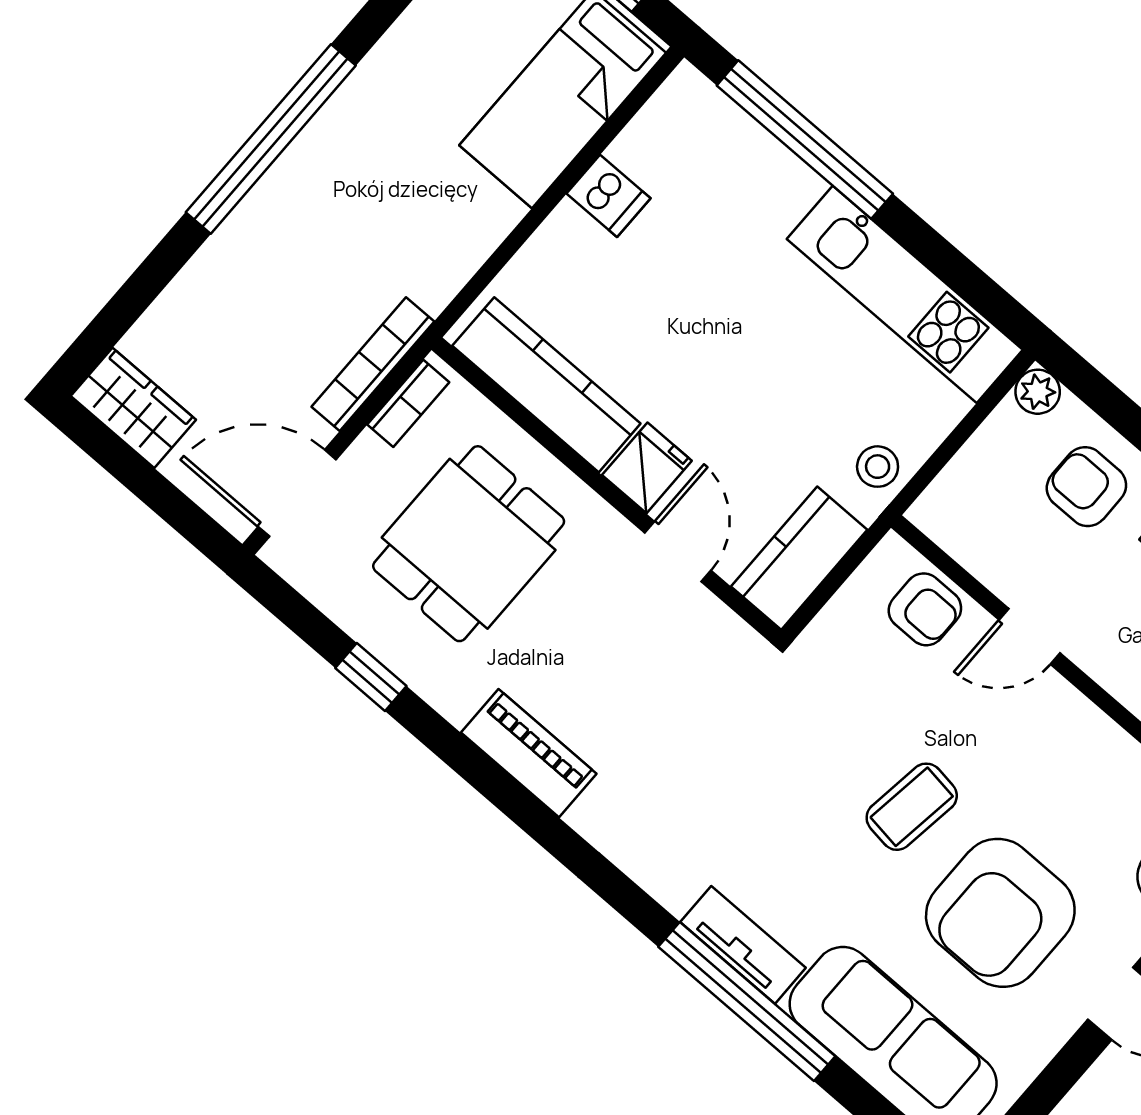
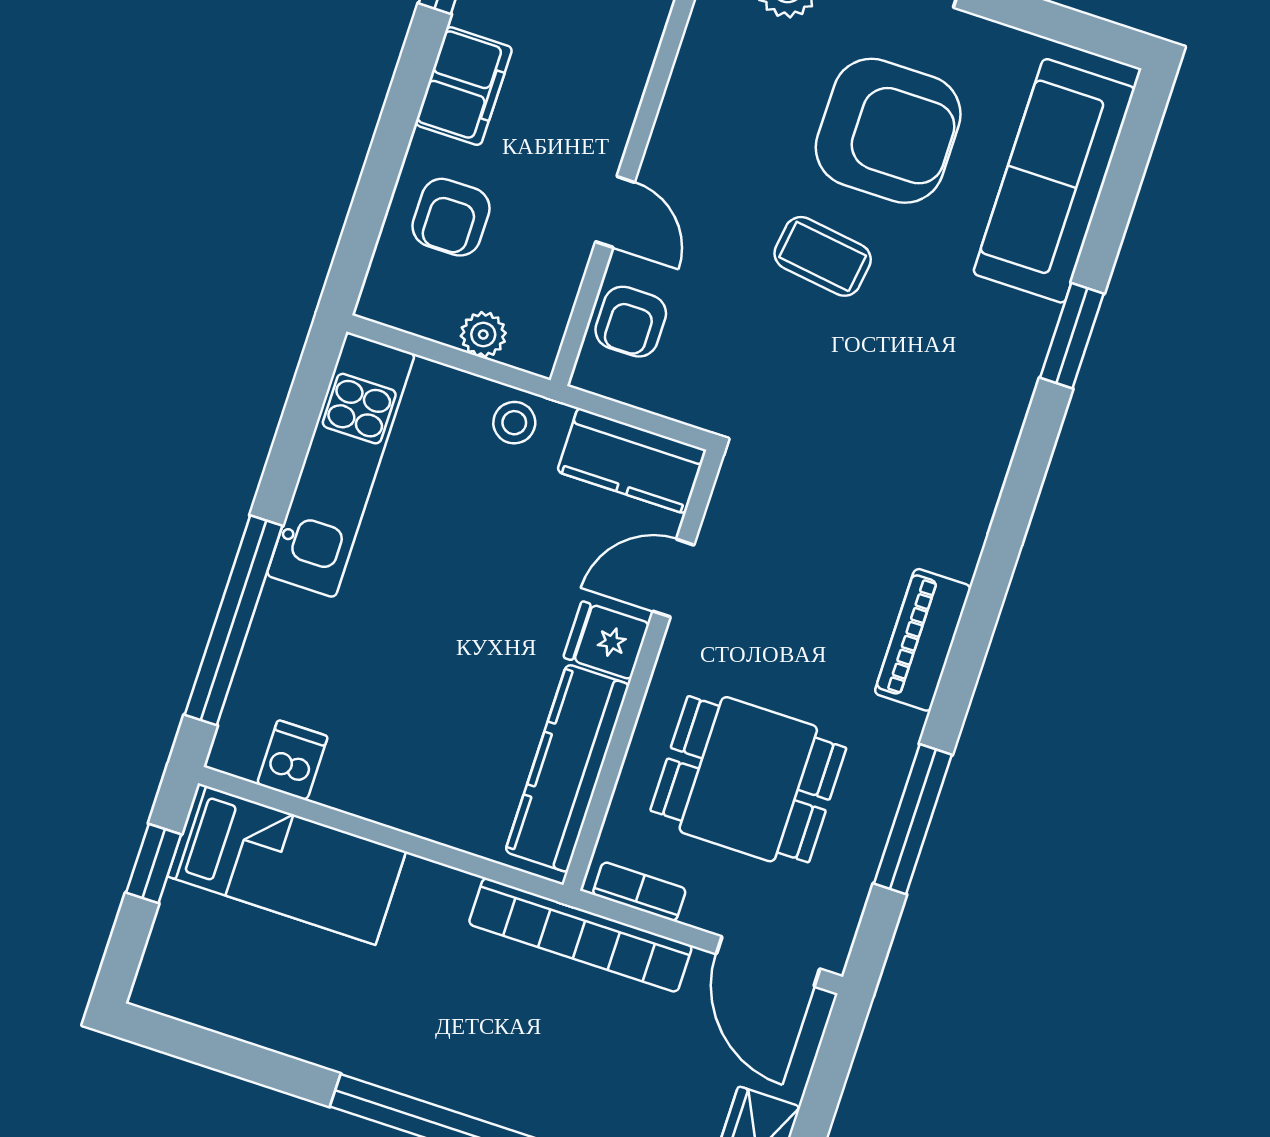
dishwasher: (609, 196) -> (292, 760), moved
bookcase: (373, 364) -> (580, 935), width x1.48, depth x1.31
plant: (1038, 392) -> (483, 335), moved
armchair: (925, 609) -> (631, 322), turned 180
window: (371, 677) -> (913, 819), width x2.17
tv unit: (743, 945) -> (1020, 362), removed
window: (747, 1002) -> (1072, 336), width x0.47

